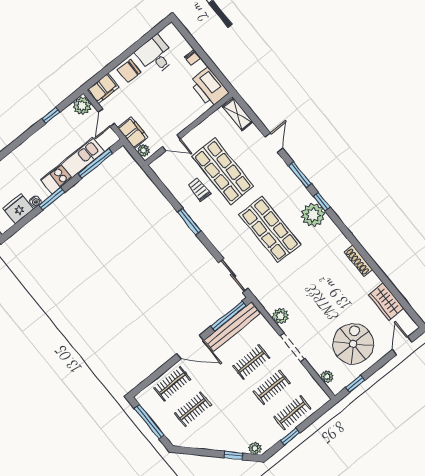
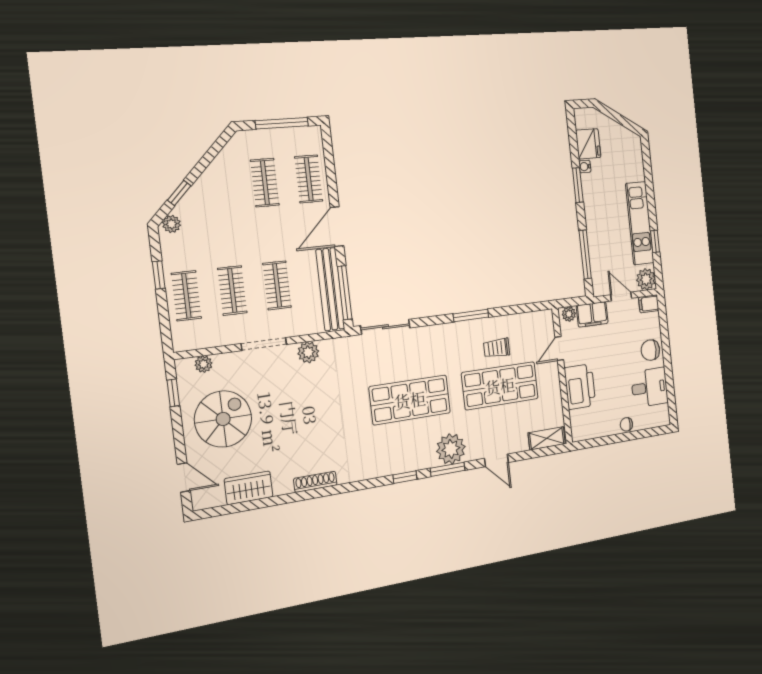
chair: (129, 71) -> (650, 350), turned -90
printer: (209, 87) -> (580, 387), moved, turned 90
filing cabinet: (103, 89) -> (649, 304), width x0.50
kitchen unit: (72, 166) -> (640, 223), moved, turned 180
trolley: (199, 189) -> (497, 348), turned 180
plant: (313, 215) -> (451, 449), moved
spiral stairs: (353, 344) -> (223, 419), turned -90

